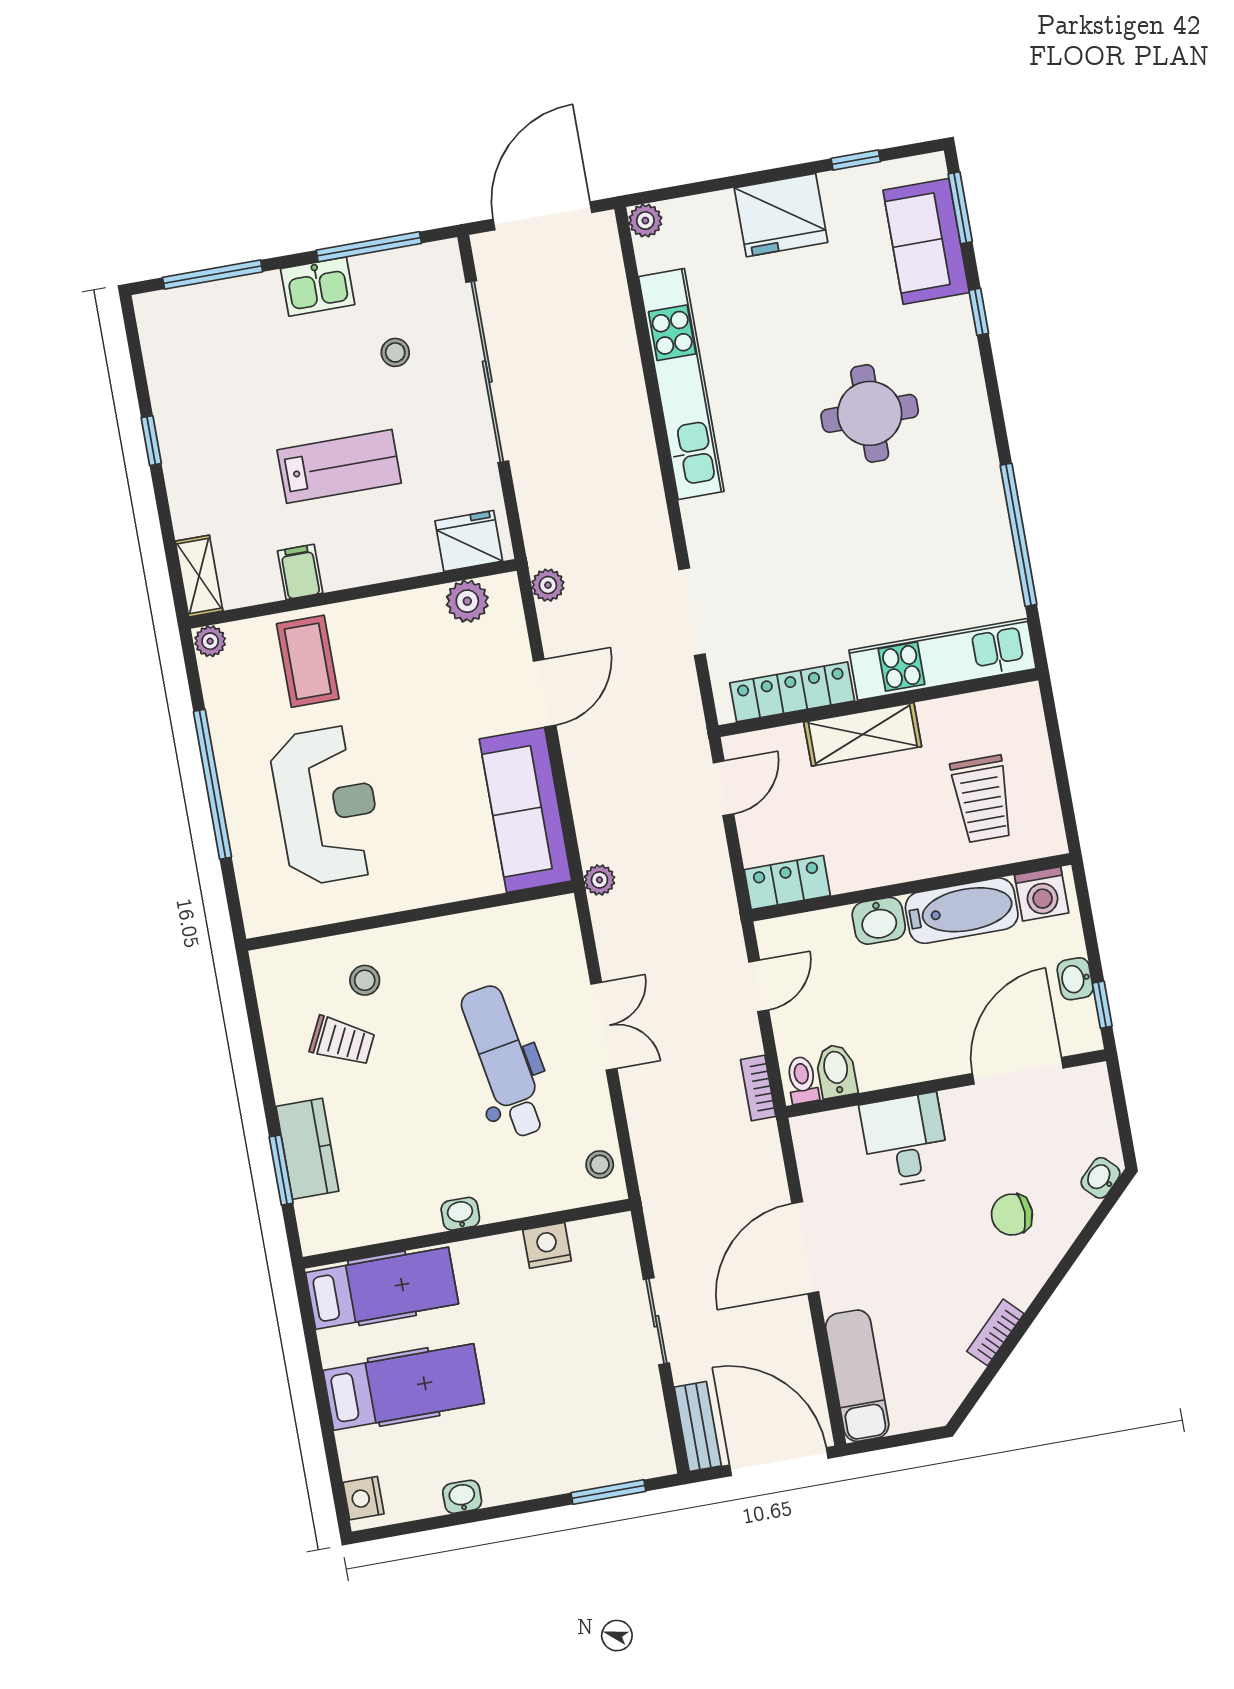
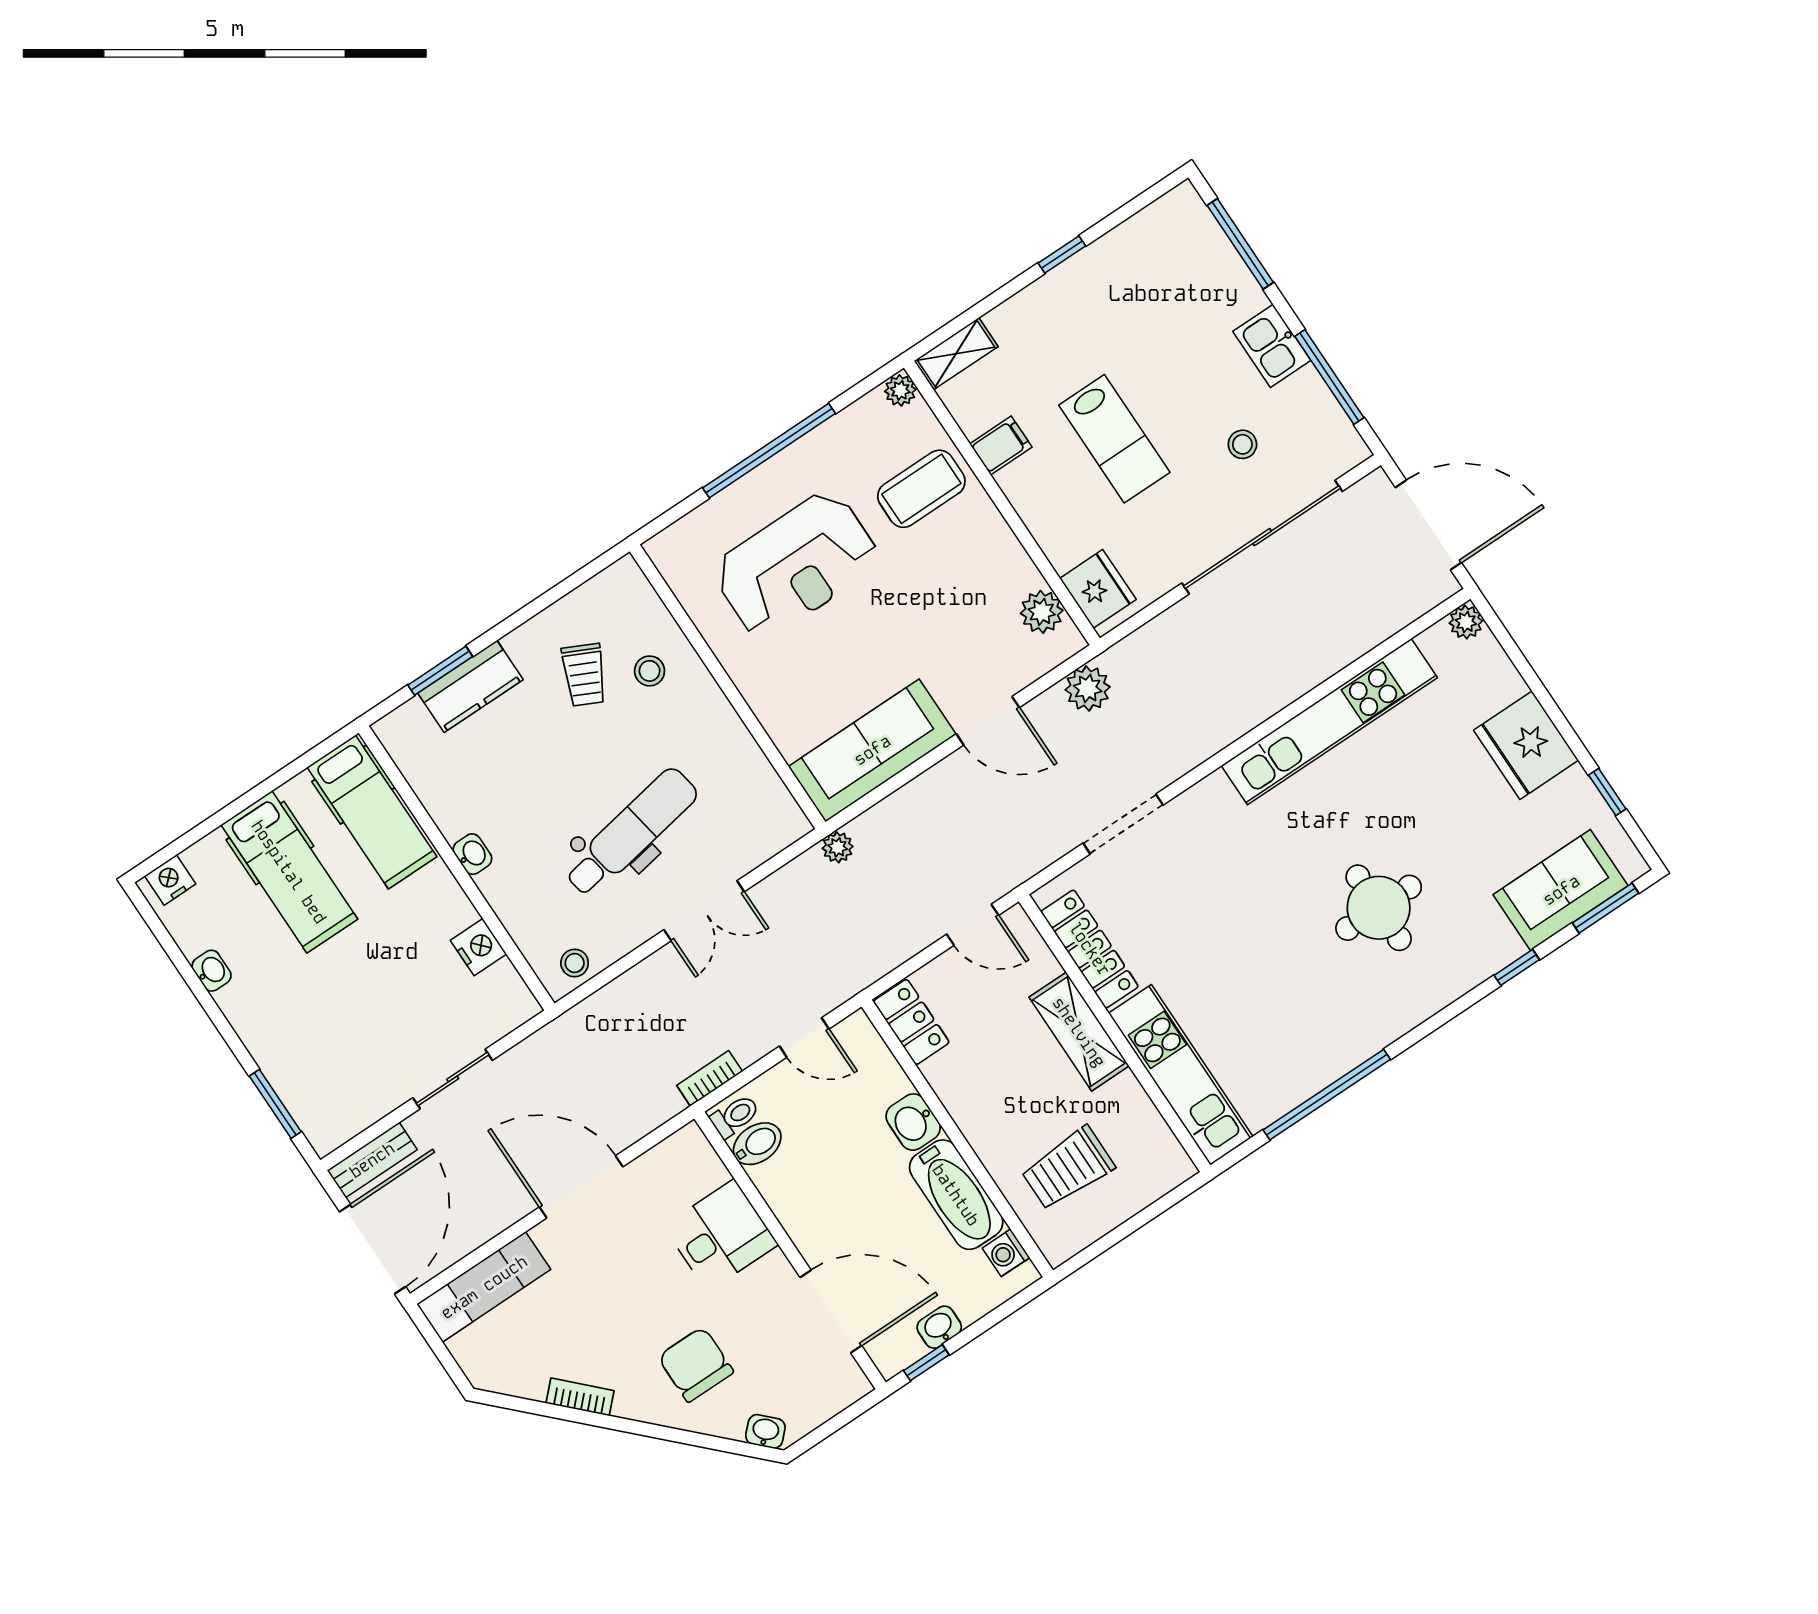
plant: (548, 585) -> (1088, 688), width x1.38, depth x1.38
washing machine: (1042, 894) -> (1006, 1253), width x0.73, depth x0.73
chair: (1012, 1215) -> (696, 1364), width x1.37, depth x1.37

